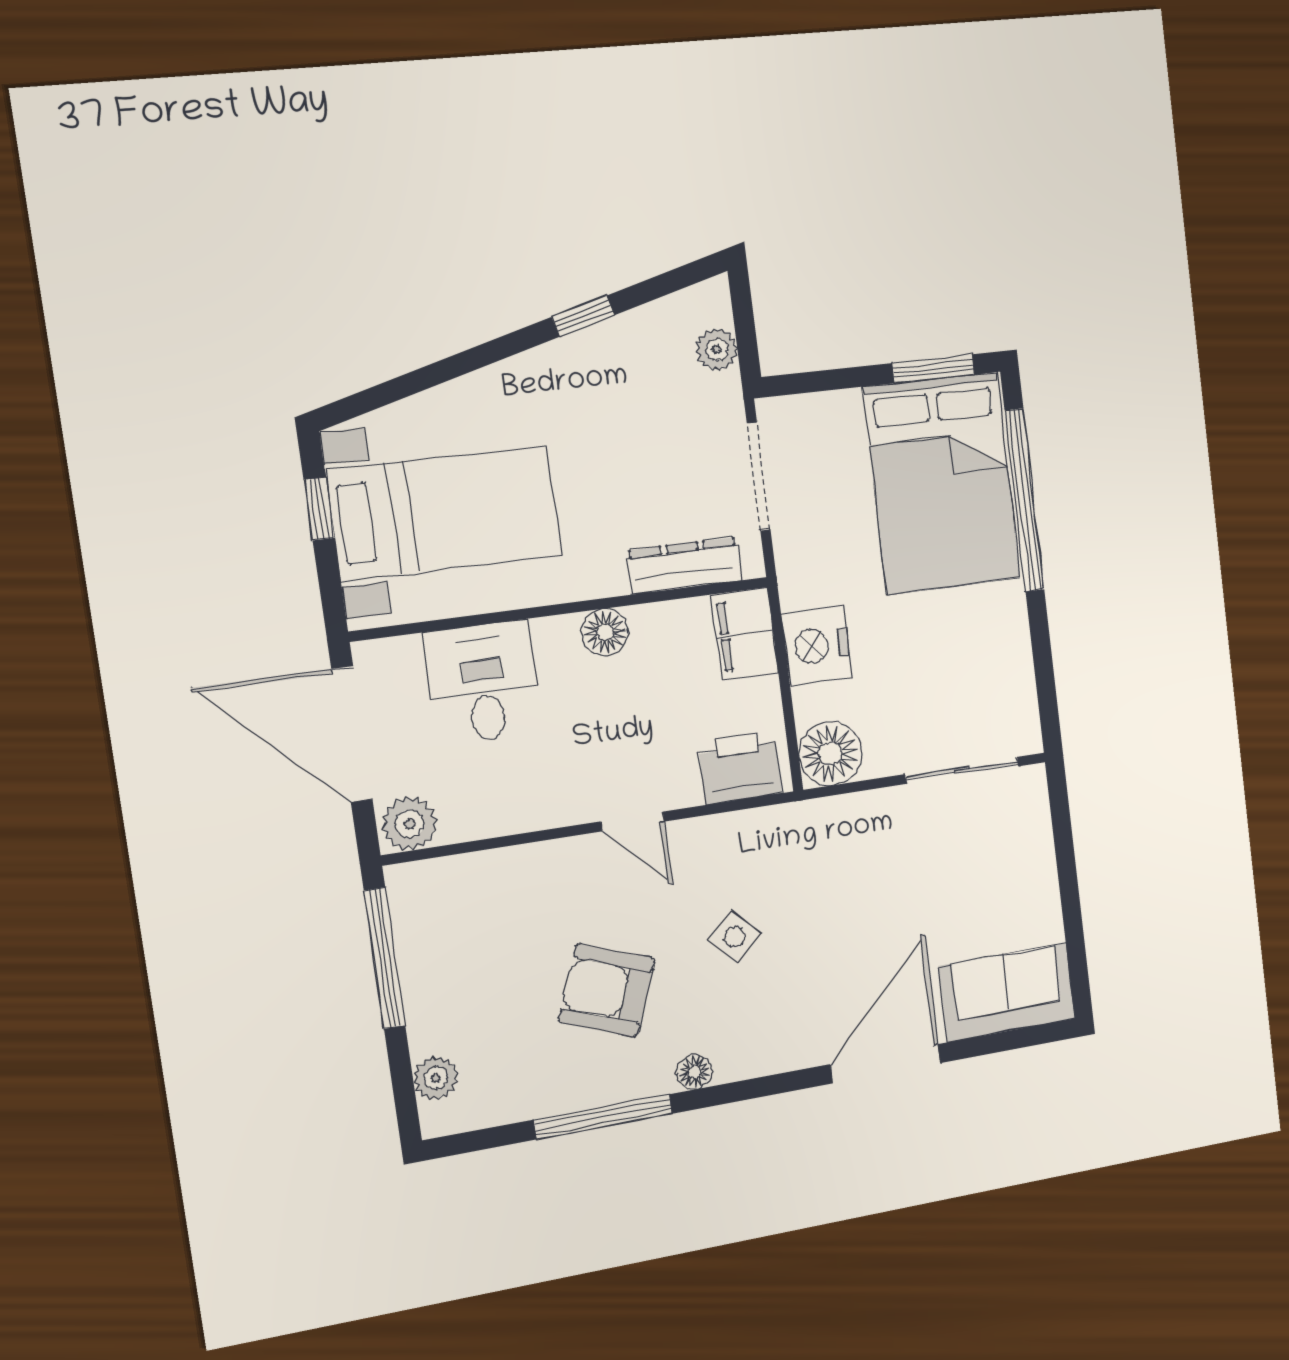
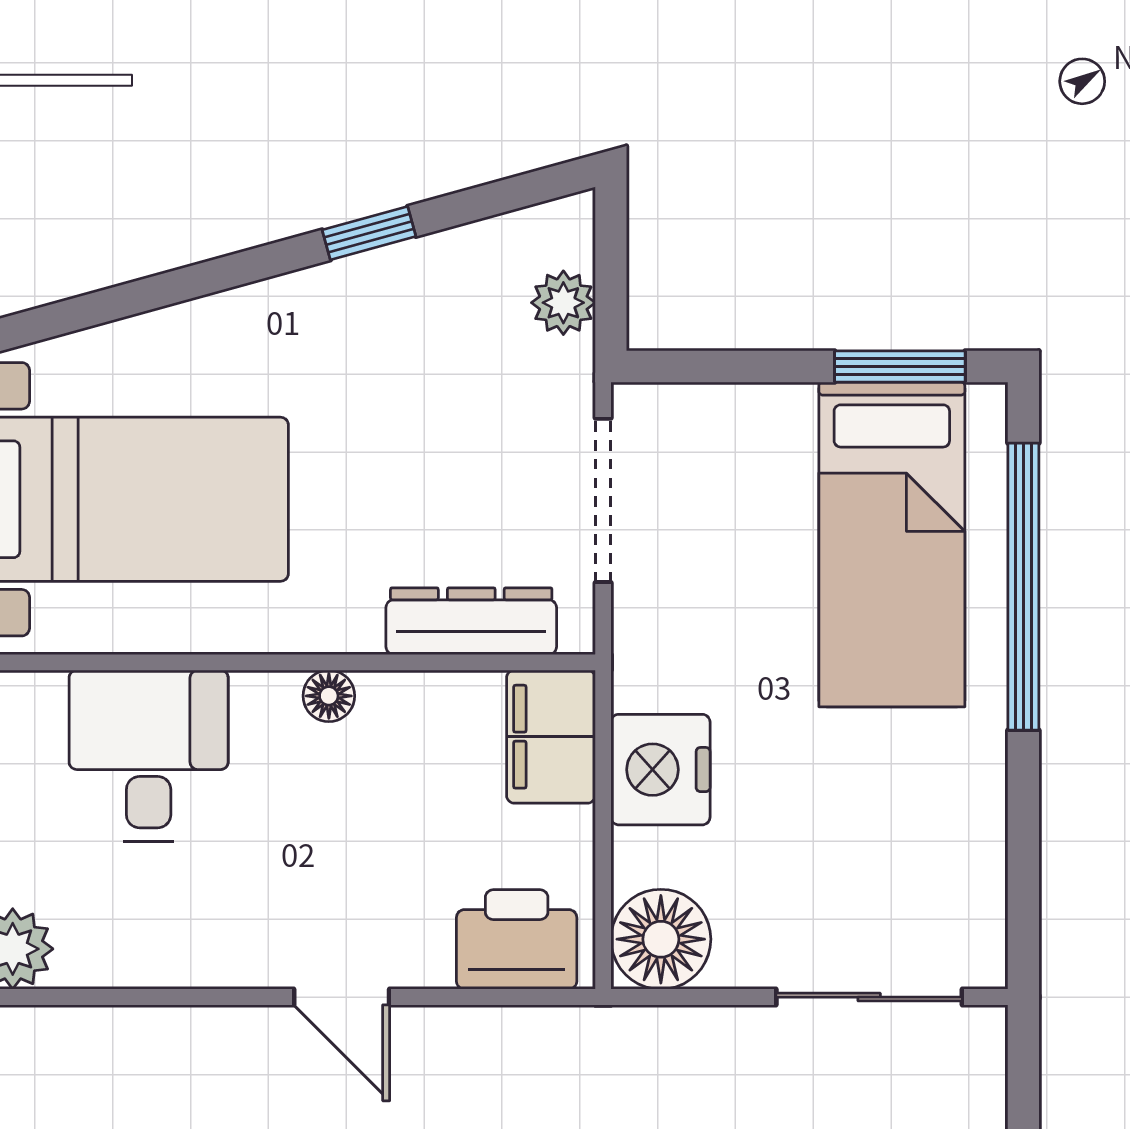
bed: (942, 483) -> (892, 544), width x0.67
floor lamp: (605, 632) -> (329, 696), width x0.73, depth x0.73

